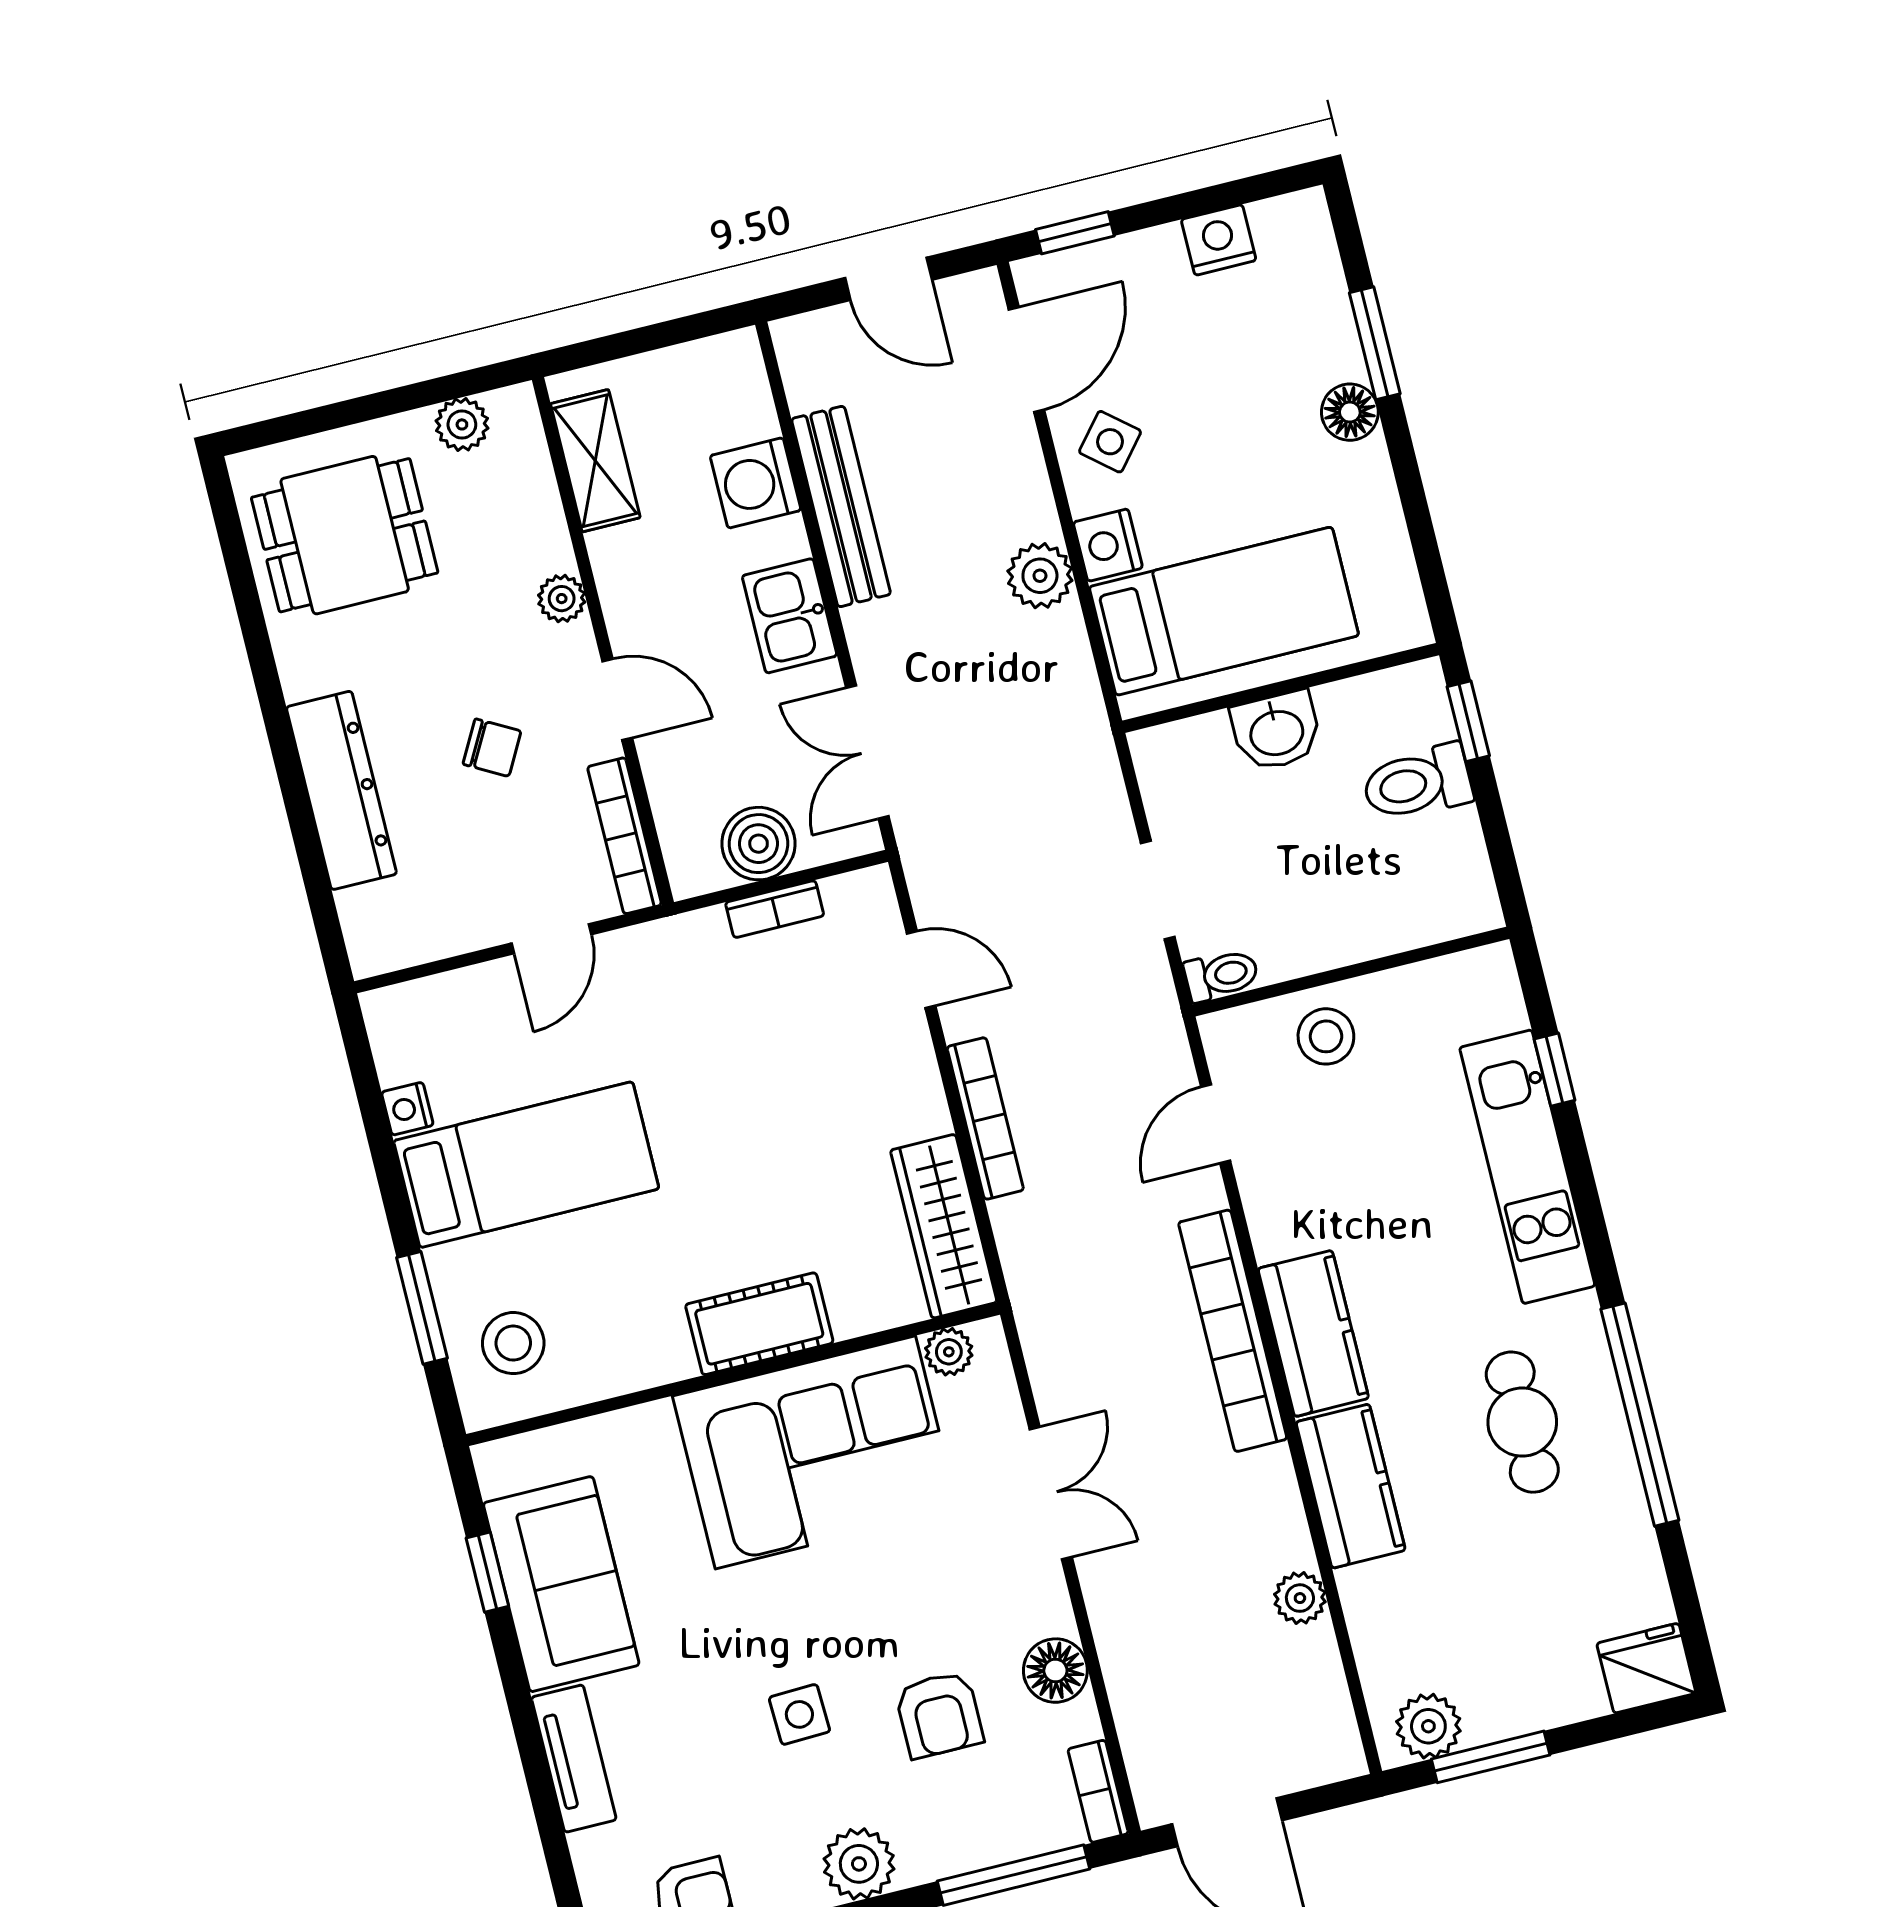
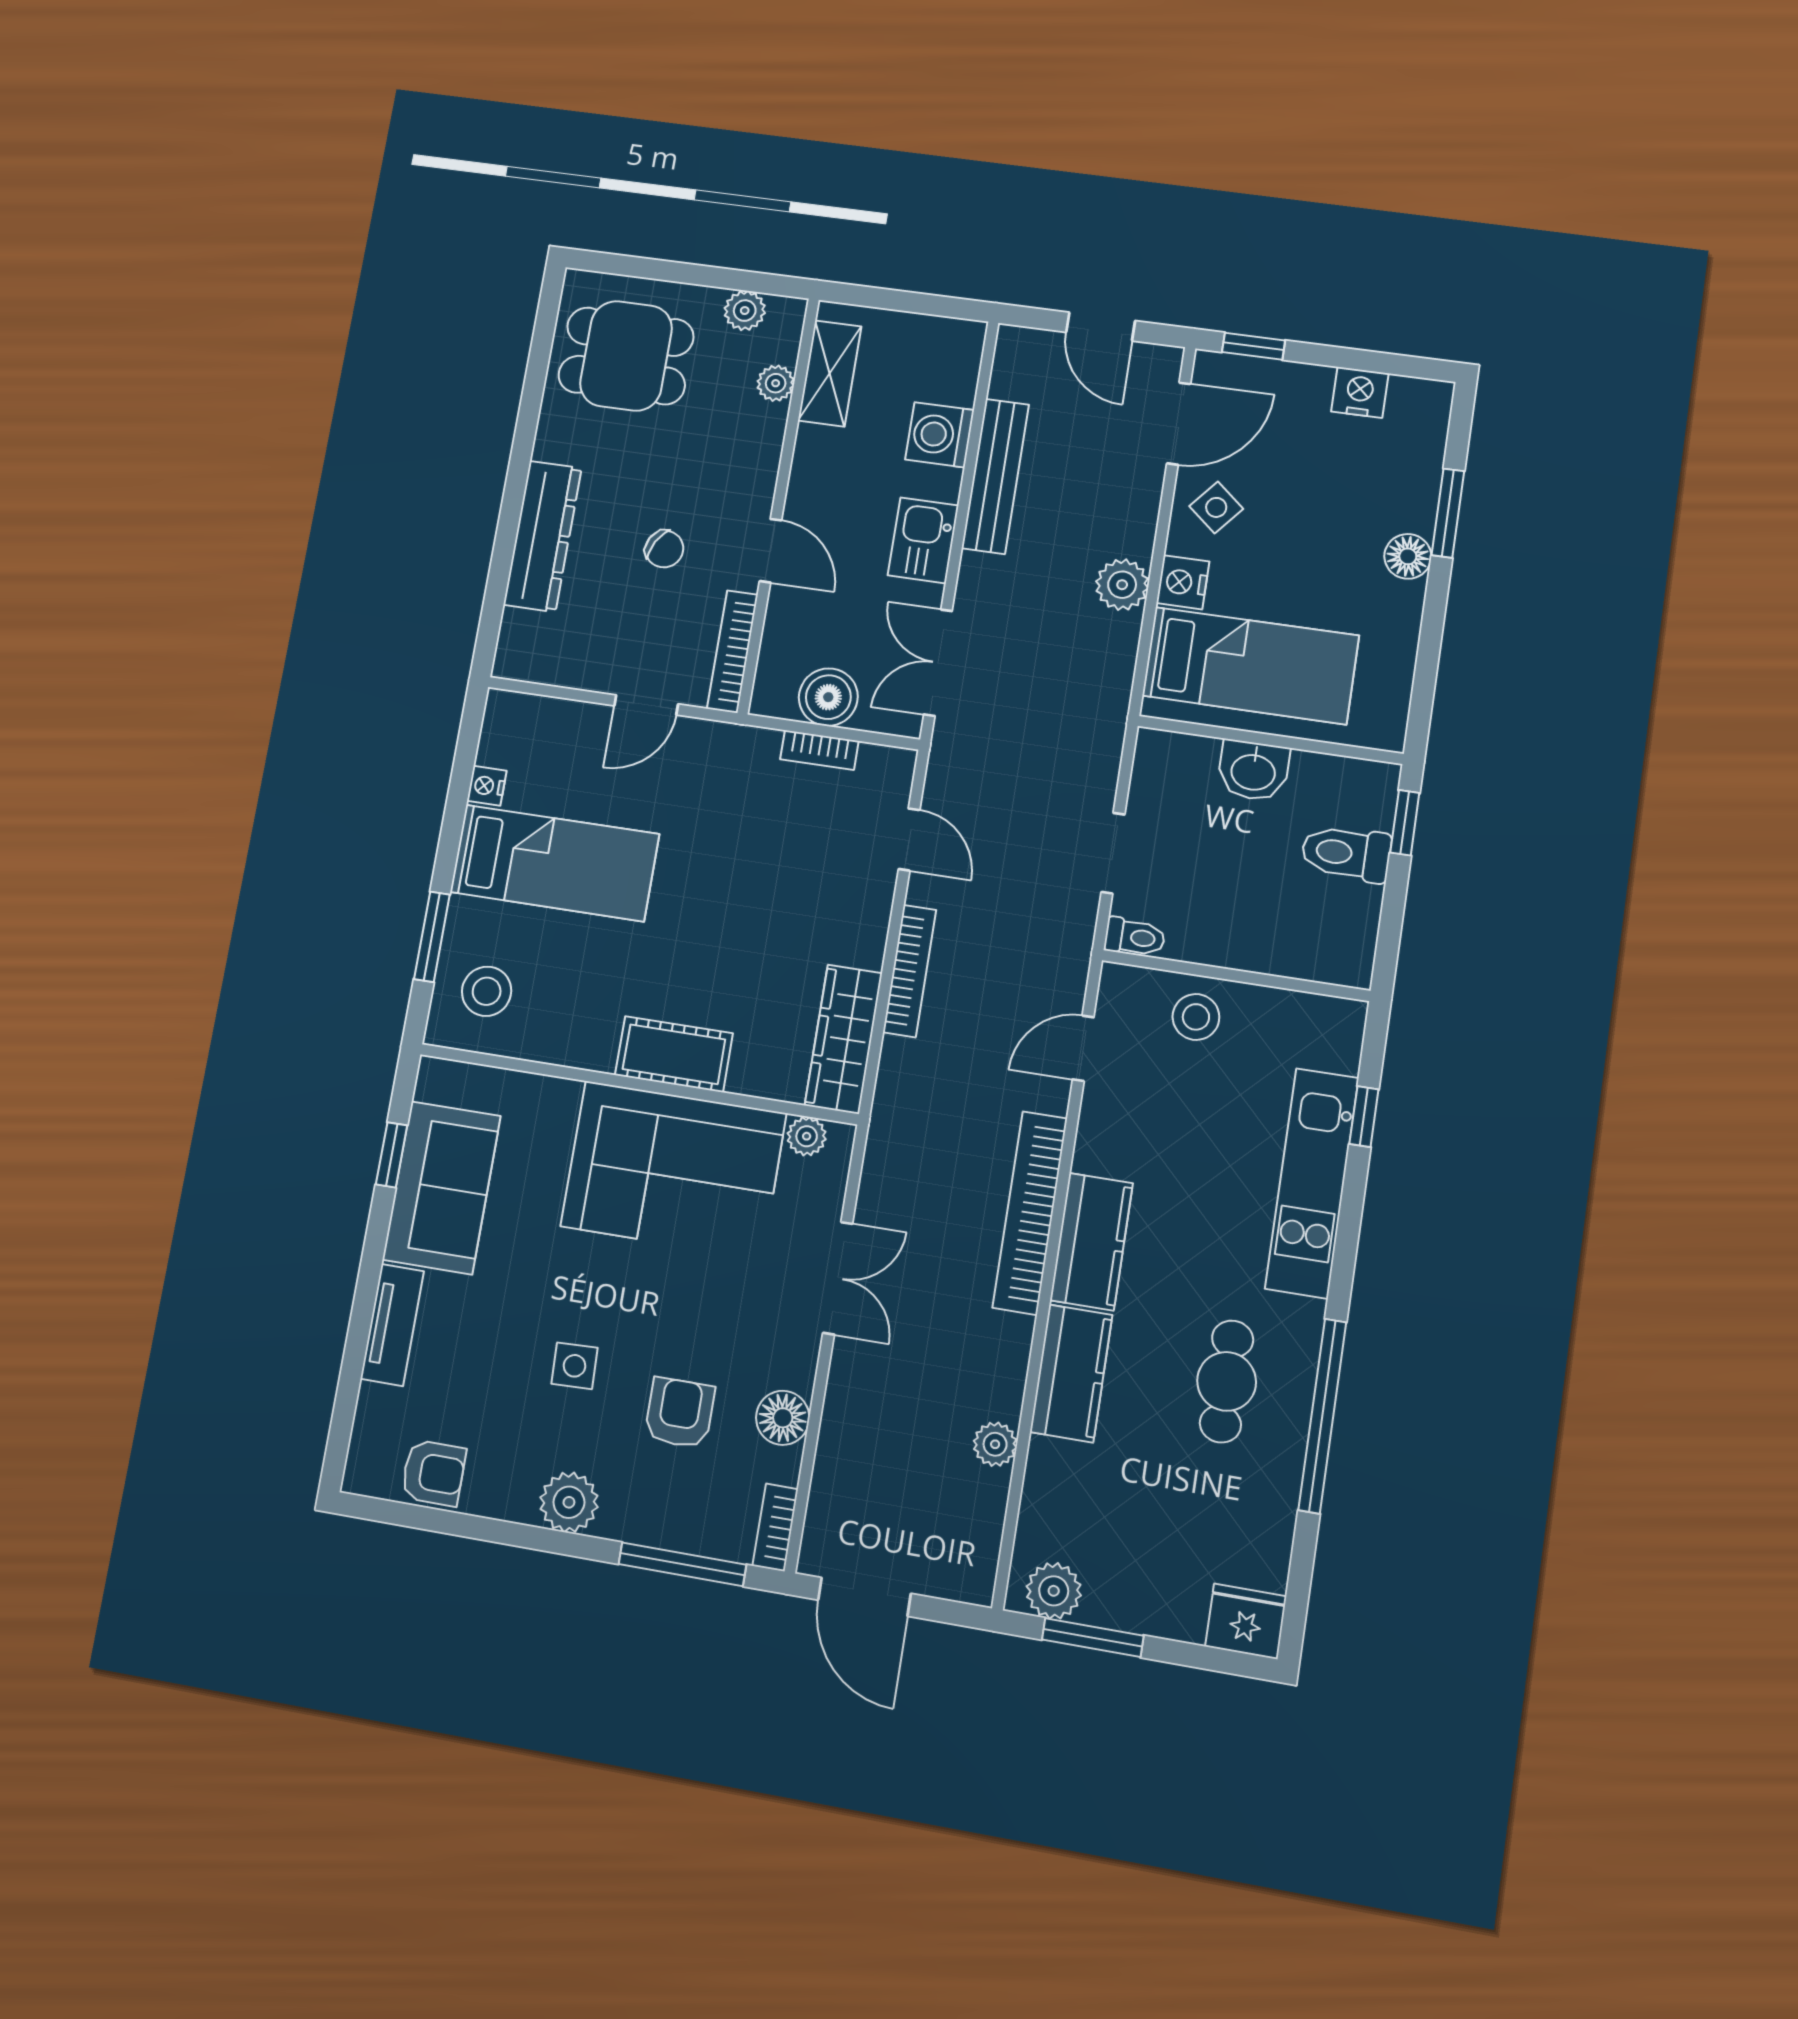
plant: (562, 599) -> (776, 383), moved
armchair: (939, 1715) -> (680, 1413), turned 180

